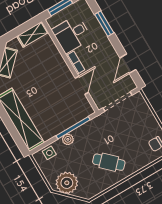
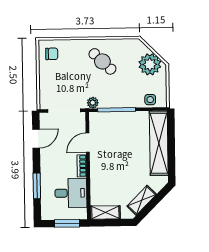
plant: (68, 139) -> (93, 103), moved

